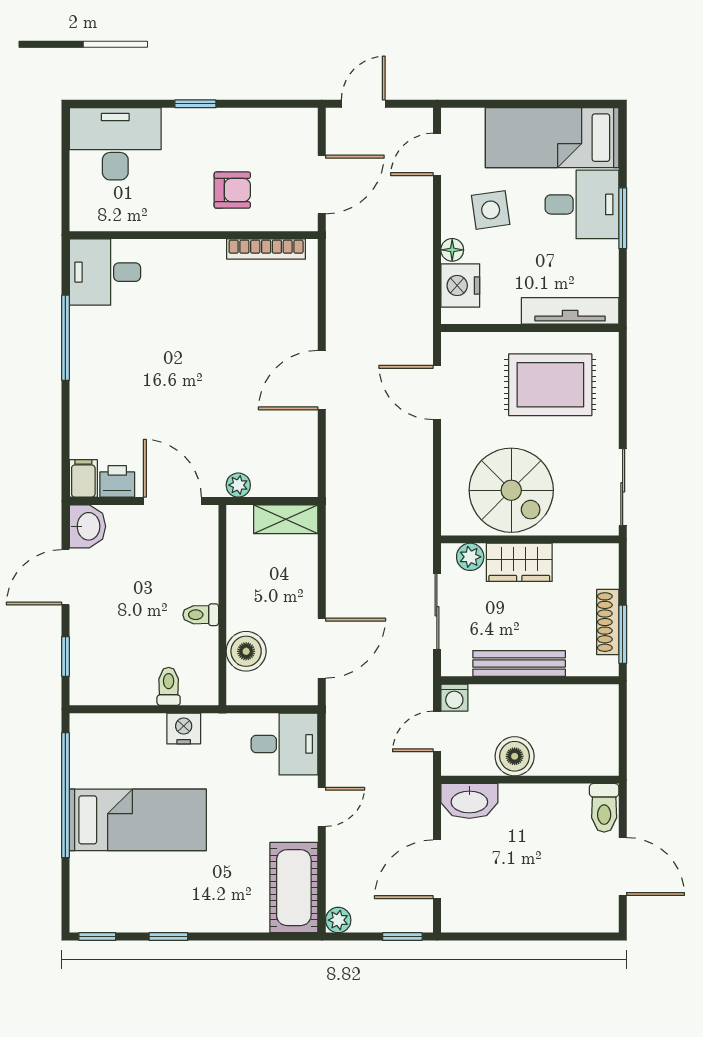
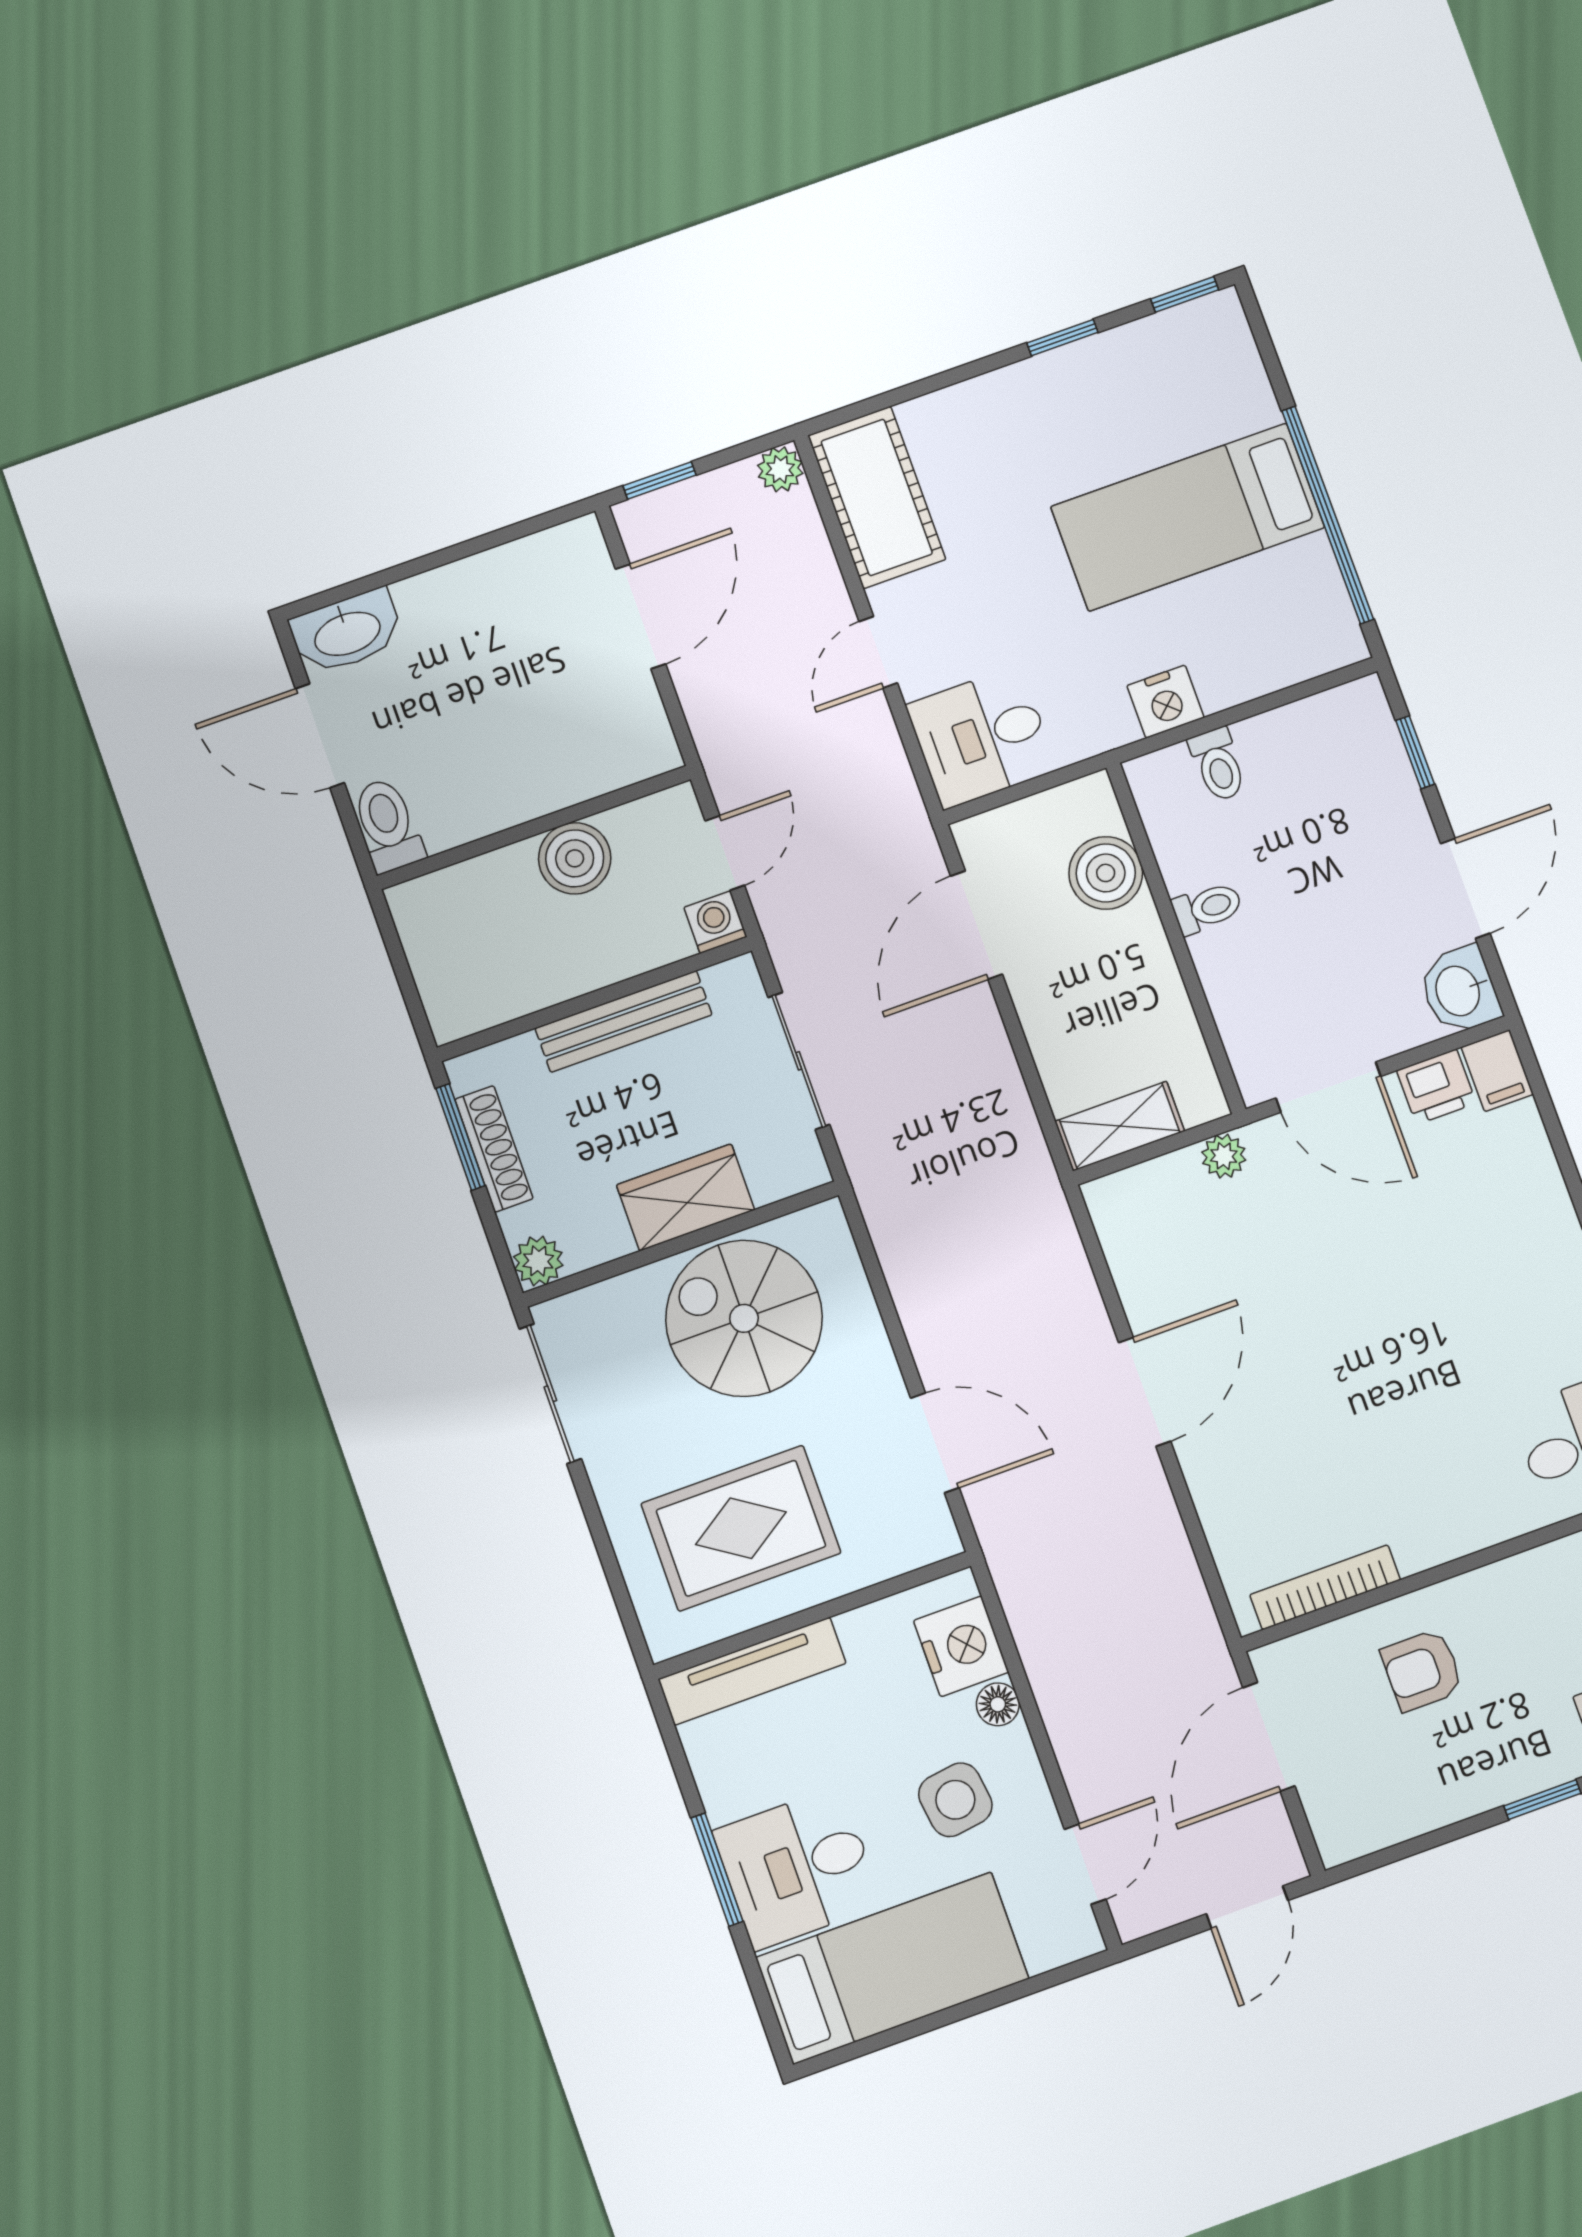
plant: (470, 557) -> (538, 1261), moved
washbasin: (469, 801) -> (347, 632), moved, turned 180

